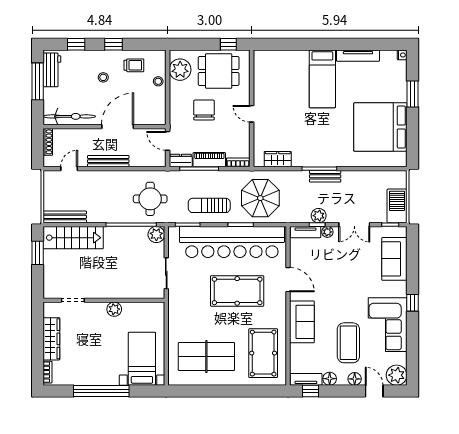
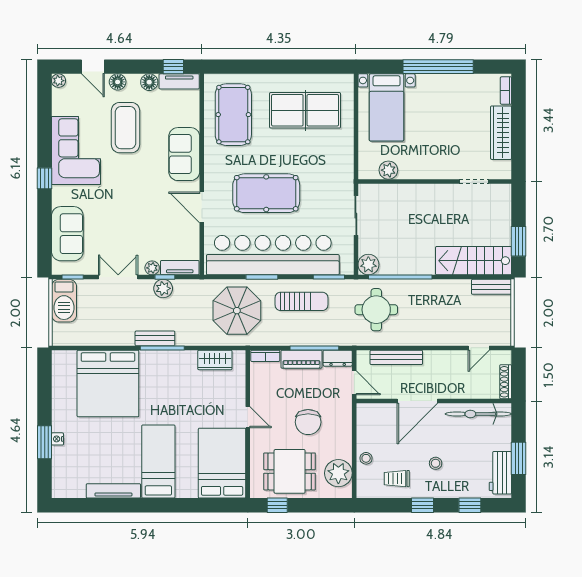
nightstand: (402, 55) -> (57, 439), moved
bed: (272, 78) -> (222, 463), added
window: (38, 81) -> (519, 458), width x0.69
bed: (380, 127) -> (108, 384), moved, turned 90
bench: (108, 161) -> (396, 357), moved
bench: (65, 217) -> (491, 287), width x0.73
plant: (114, 309) -> (388, 170), moved
plant: (397, 375) -> (59, 81), width x0.53, depth x0.53

